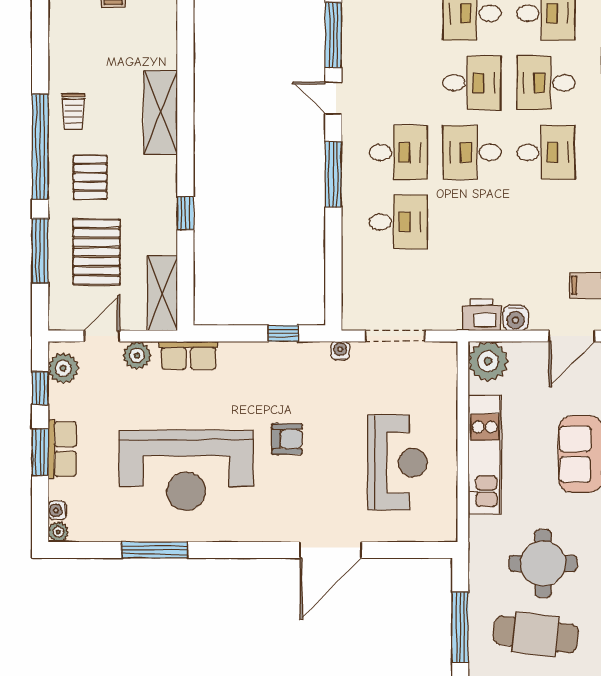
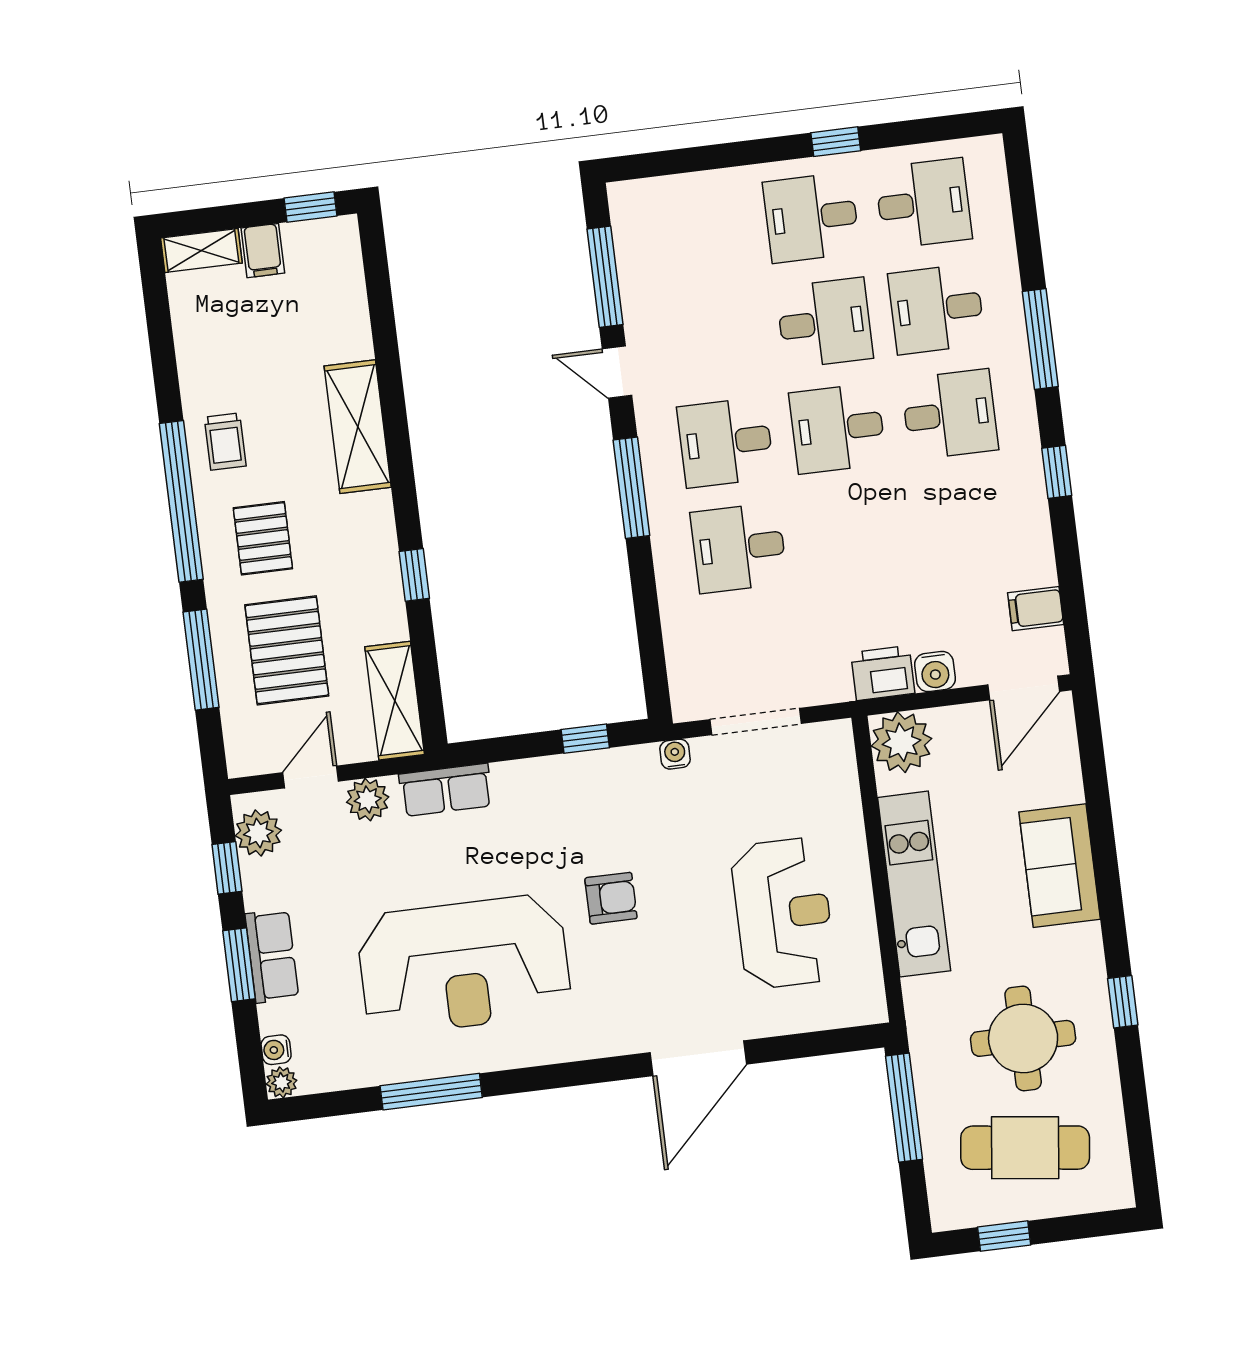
desk: (398, 152) -> (726, 442), turned 180
desk: (398, 222) -> (739, 548), turned 180
window: (460, 627) -> (904, 1108), moved

